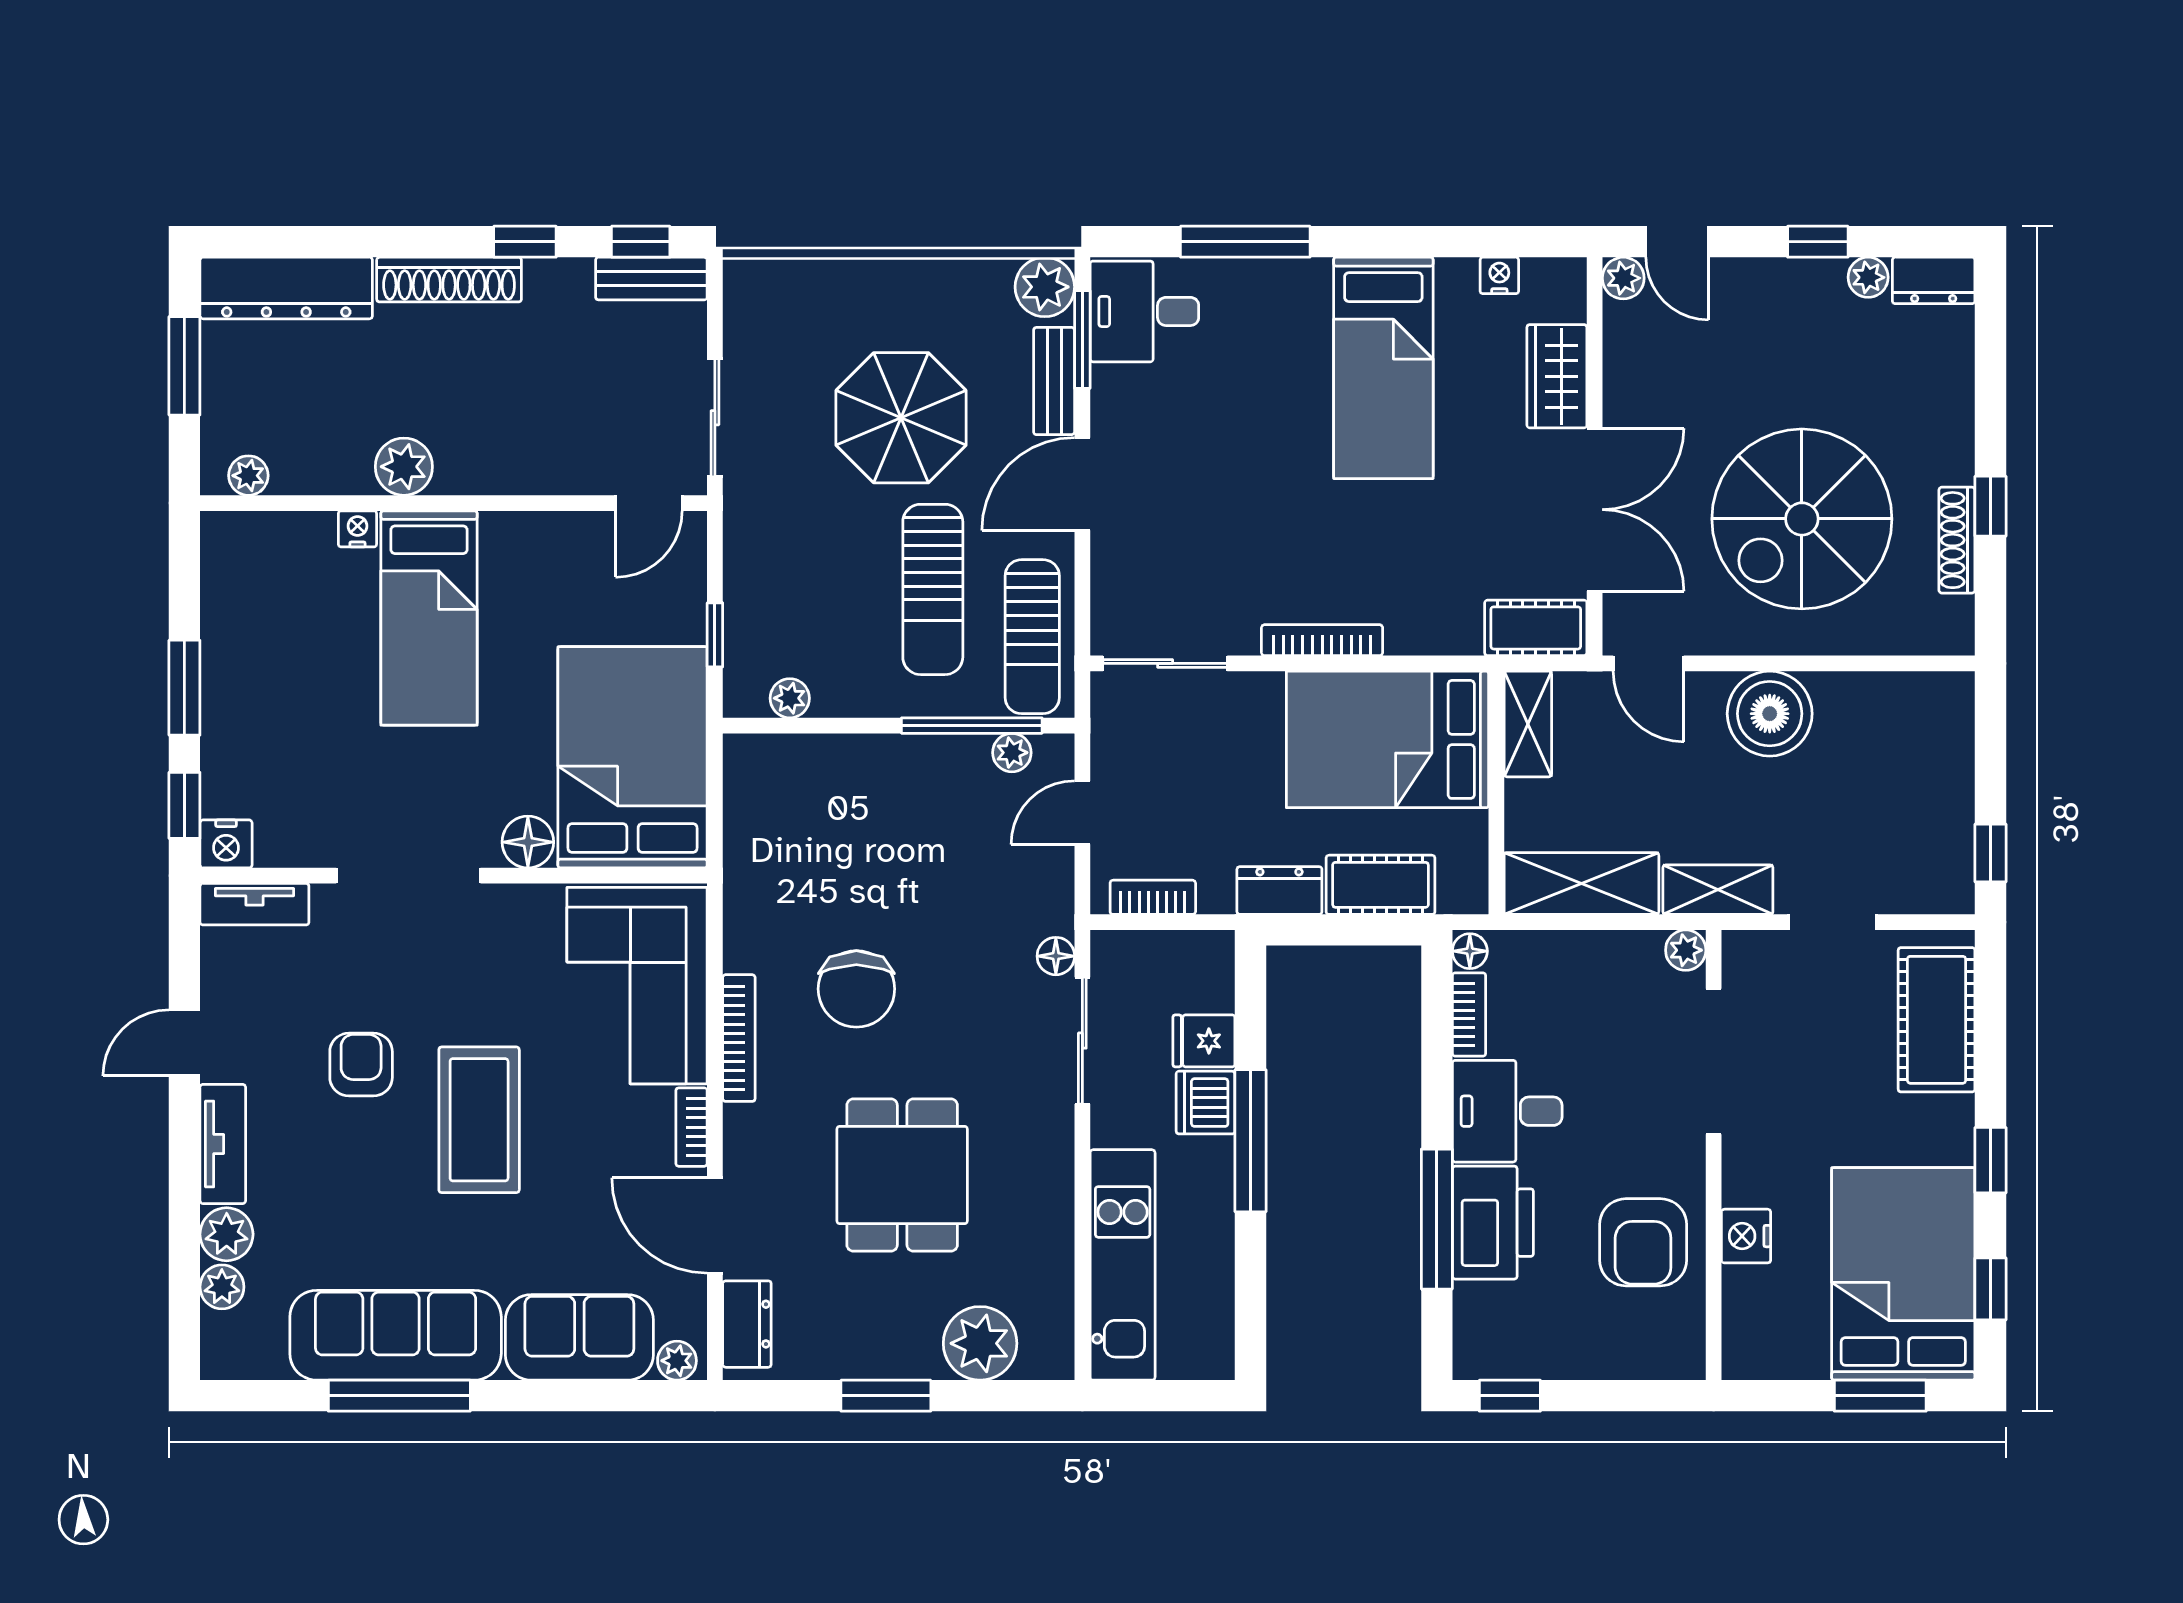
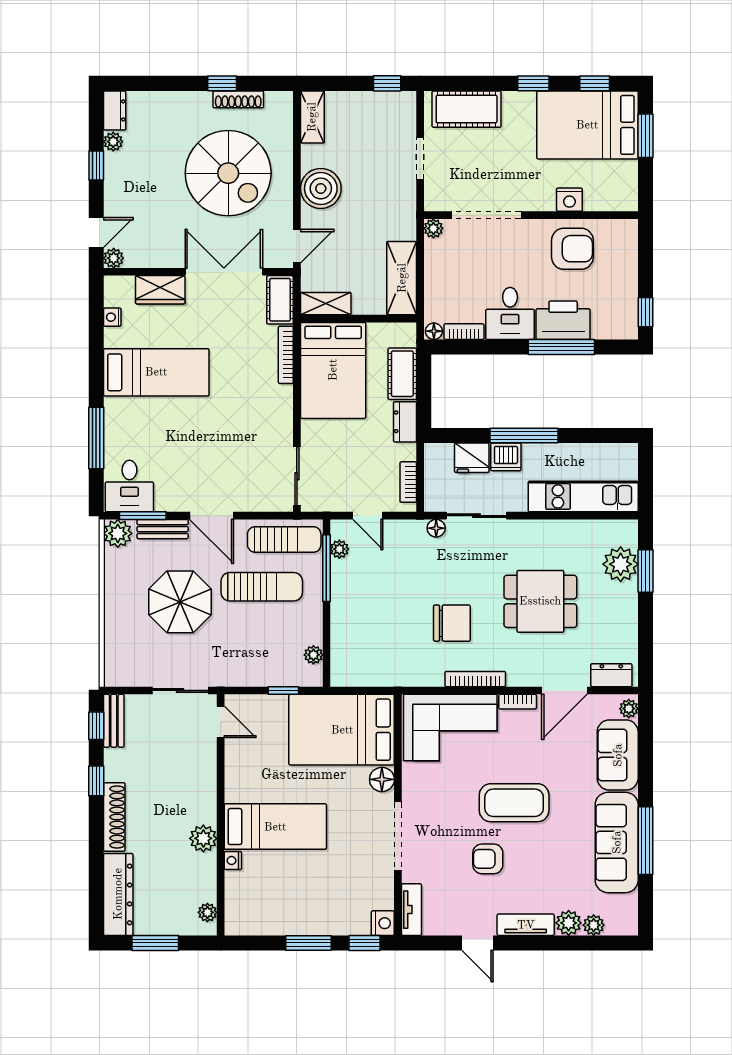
bookcase: (1322, 640) -> (286, 355), moved
shelving: (1718, 890) -> (312, 117), moved
fridge: (1204, 1041) -> (472, 458), width x1.38
window: (886, 1396) -> (645, 571), moved

